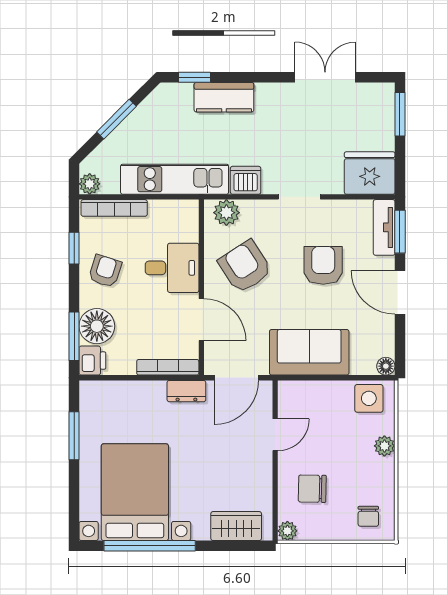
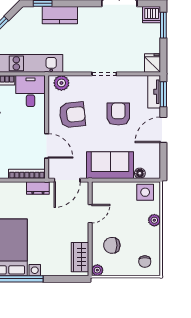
fridge: (370, 173) -> (153, 63), width x0.53, depth x0.75
dishwasher: (246, 180) -> (152, 15), moved, turned 180
armchair: (245, 267) -> (72, 115), turned 117
desk: (172, 268) -> (31, 91), moved, turned -90
door: (400, 292) -> (163, 130), hinge flipped
floor lamp: (386, 366) -> (140, 173), moved
wardrobe: (236, 526) -> (80, 257), moved, turned -90

